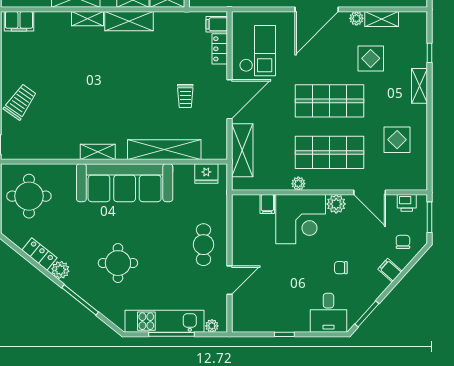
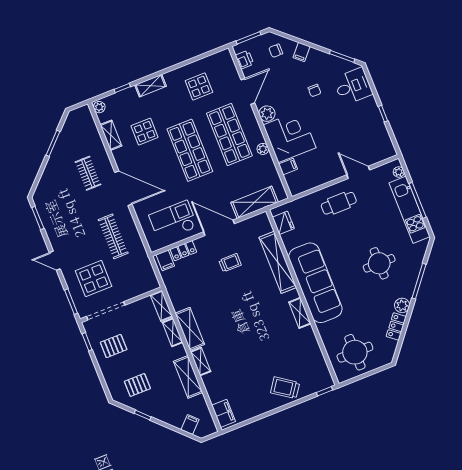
plant: (356, 18) -> (99, 107), moved

